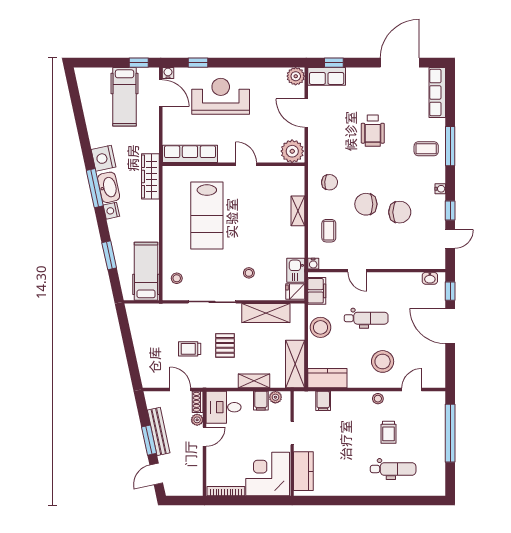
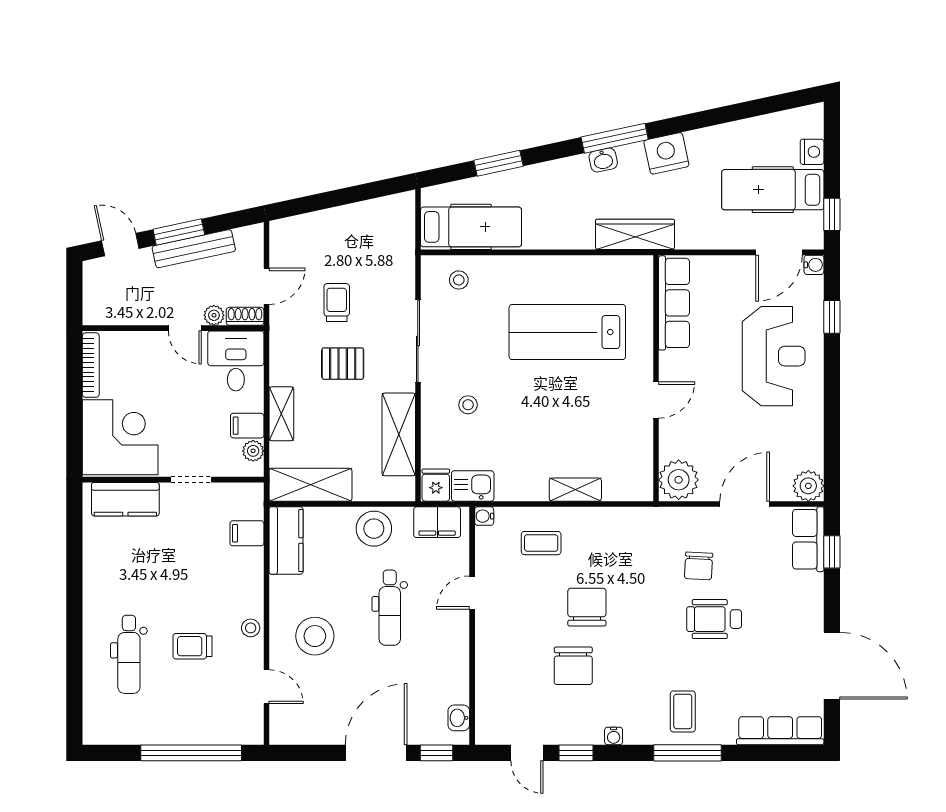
chair: (330, 182) -> (699, 566), moved
washbasin: (109, 187) -> (603, 160), width x0.52, depth x0.69
nightstand: (111, 211) -> (812, 152), moved, turned 102

